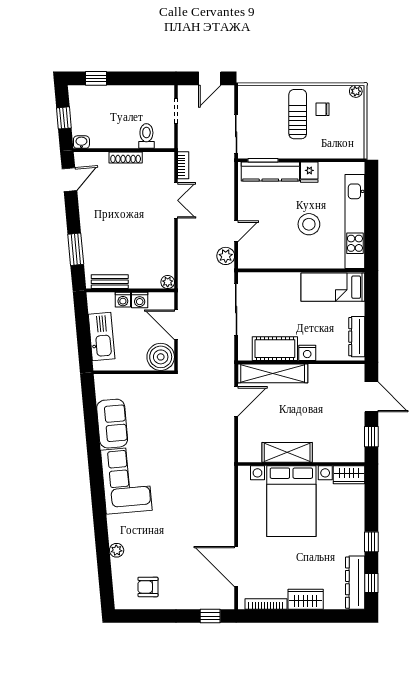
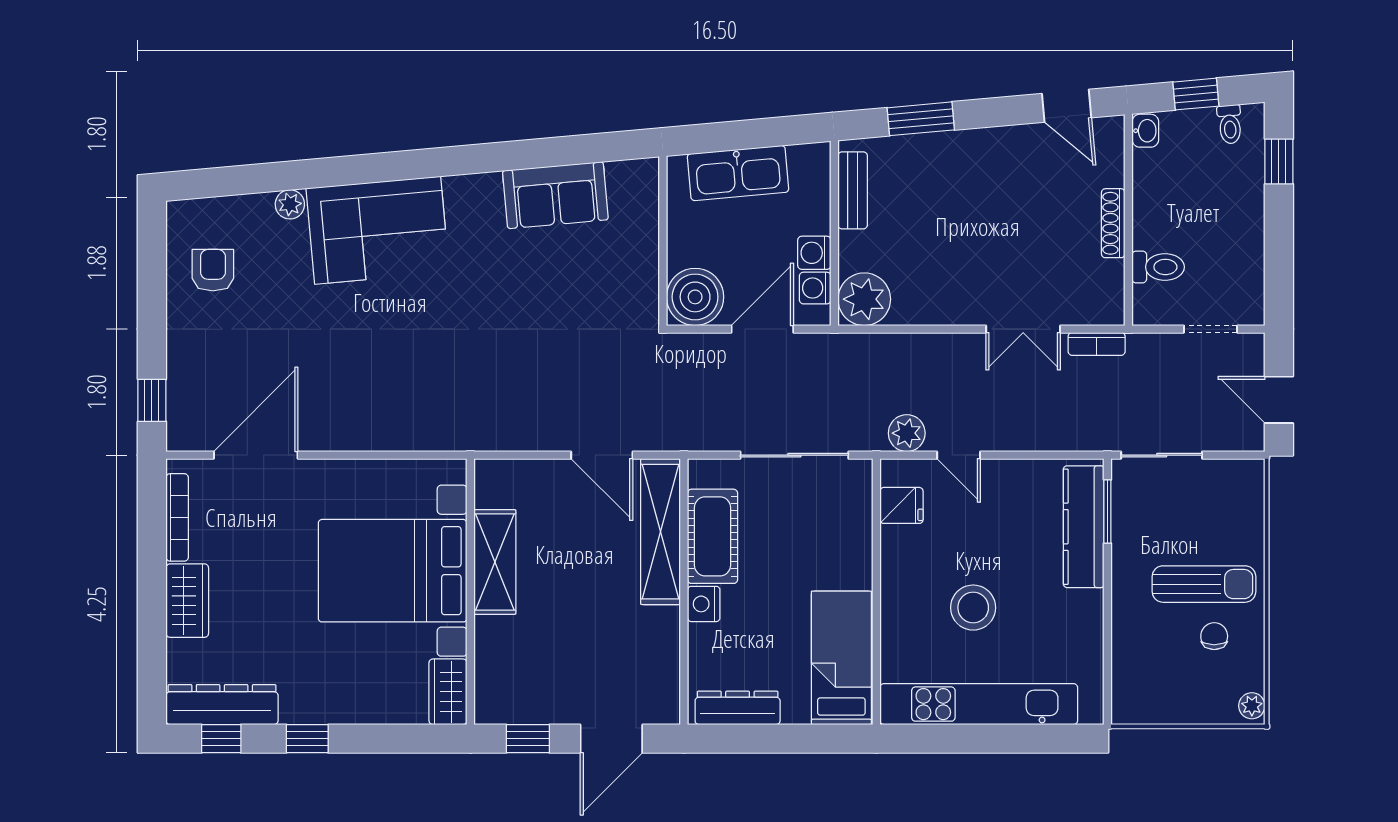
toilet: (78, 102) -> (1230, 124), added
fridge: (309, 172) -> (901, 505), moved, turned 180
plant: (168, 282) -> (864, 299), width x1.88, depth x1.88
washing machine: (123, 300) -> (815, 288), moved
corner sofa: (126, 480) -> (378, 230), moved

